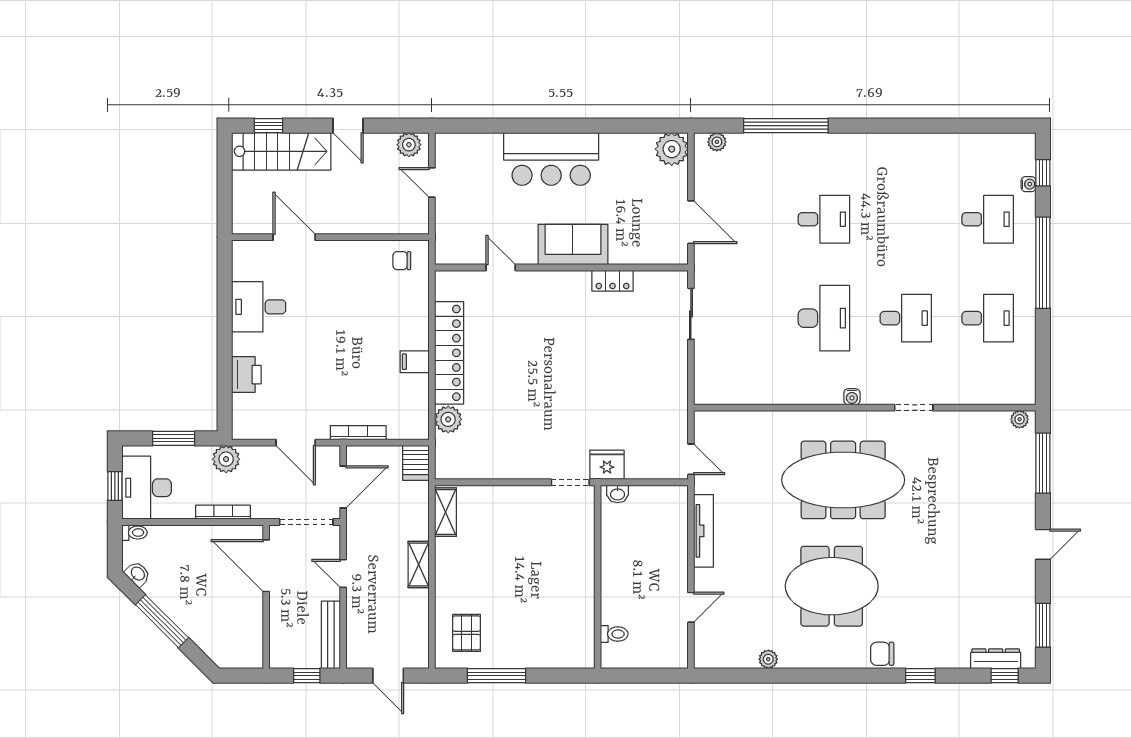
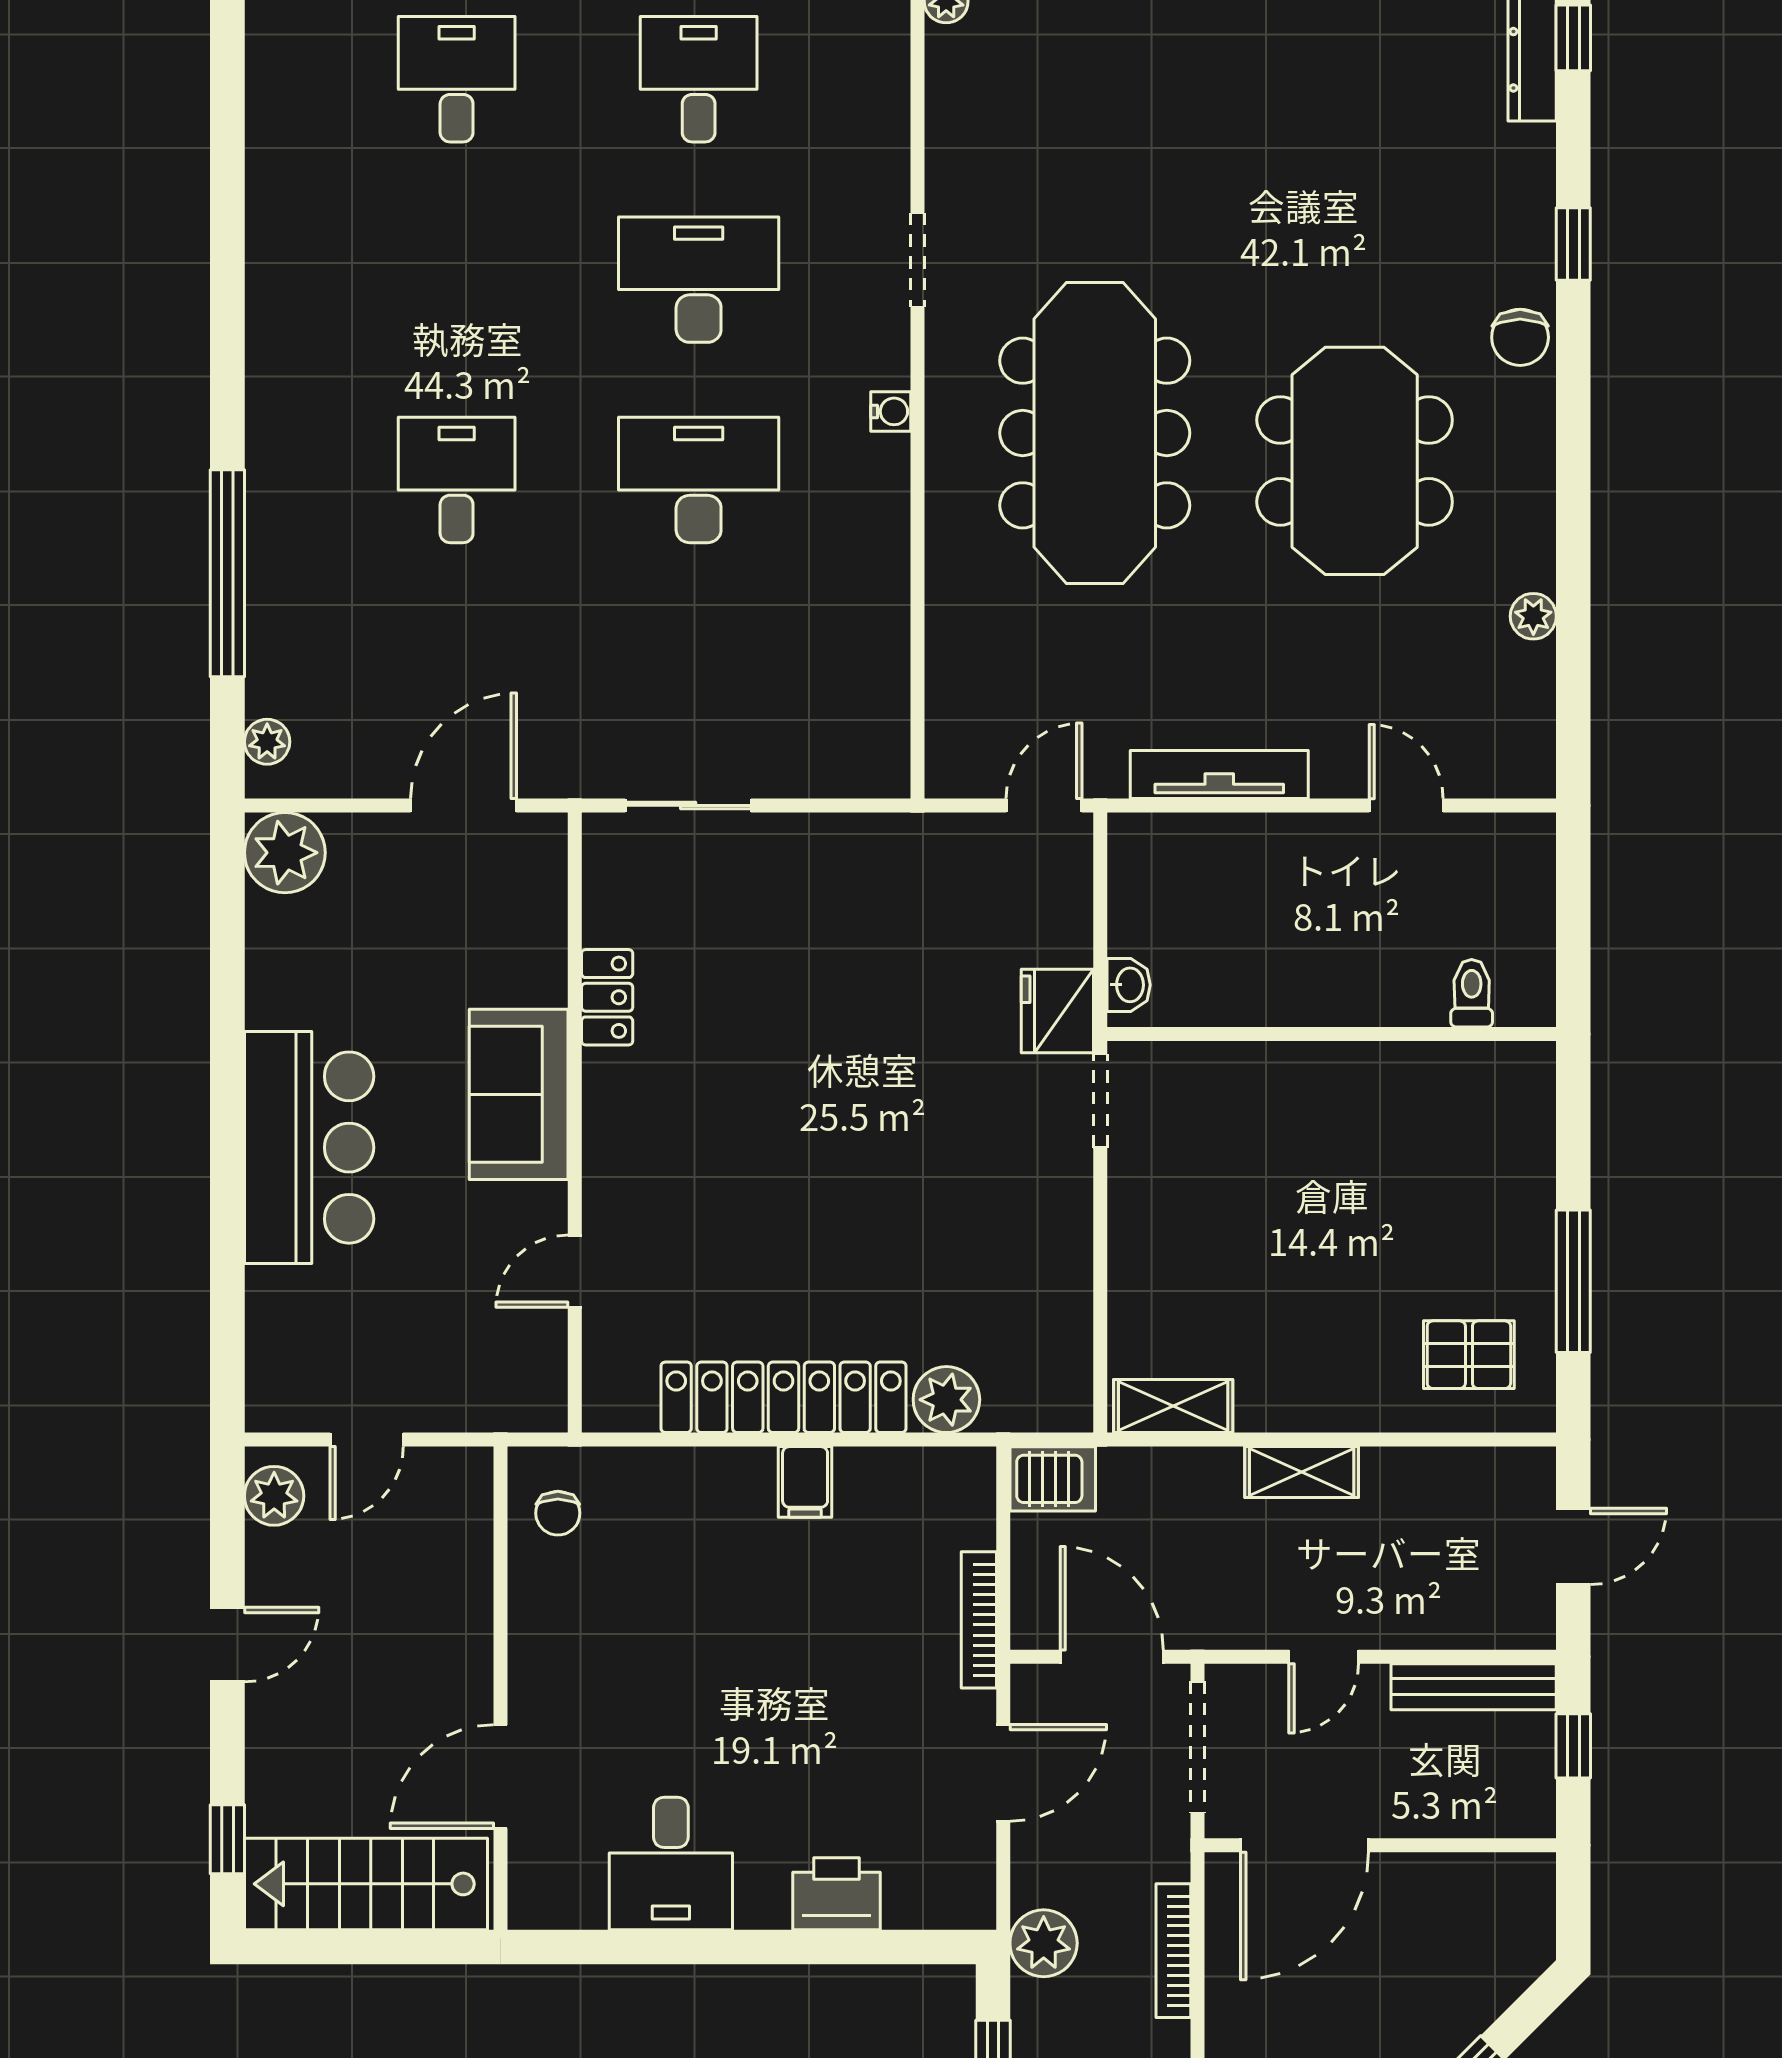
stairs: (281, 151) -> (366, 1884), moved, turned -90
desk: (906, 318) -> (699, 280), width x1.37

